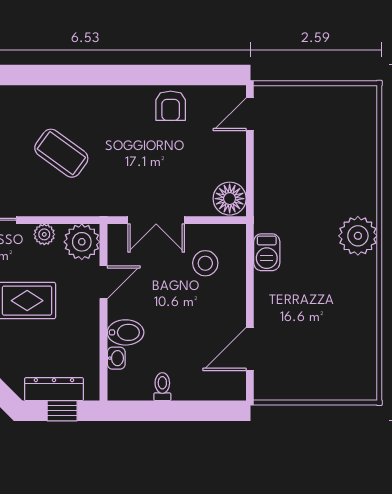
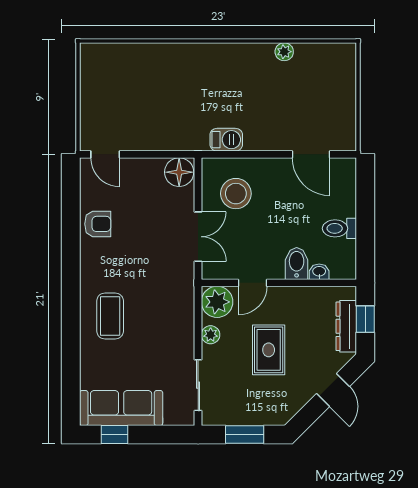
coffee table: (61, 153) -> (110, 316), moved, turned -36
plant: (358, 236) -> (284, 52), moved, width x0.53, depth x0.53
stool: (205, 263) -> (236, 194), width x1.38, depth x1.38
door: (103, 282) -> (253, 283), swing flipped
toilet: (162, 387) -> (339, 228), width x1.37, depth x1.39

